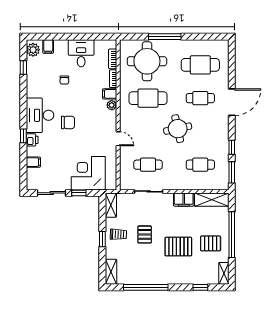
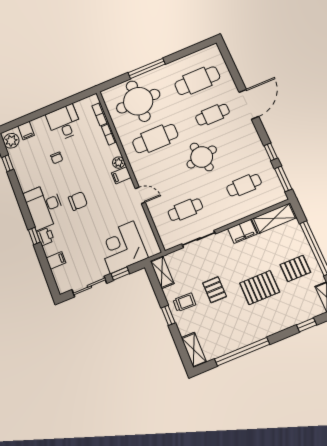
filing cabinet: (110, 94) -> (121, 175), moved

